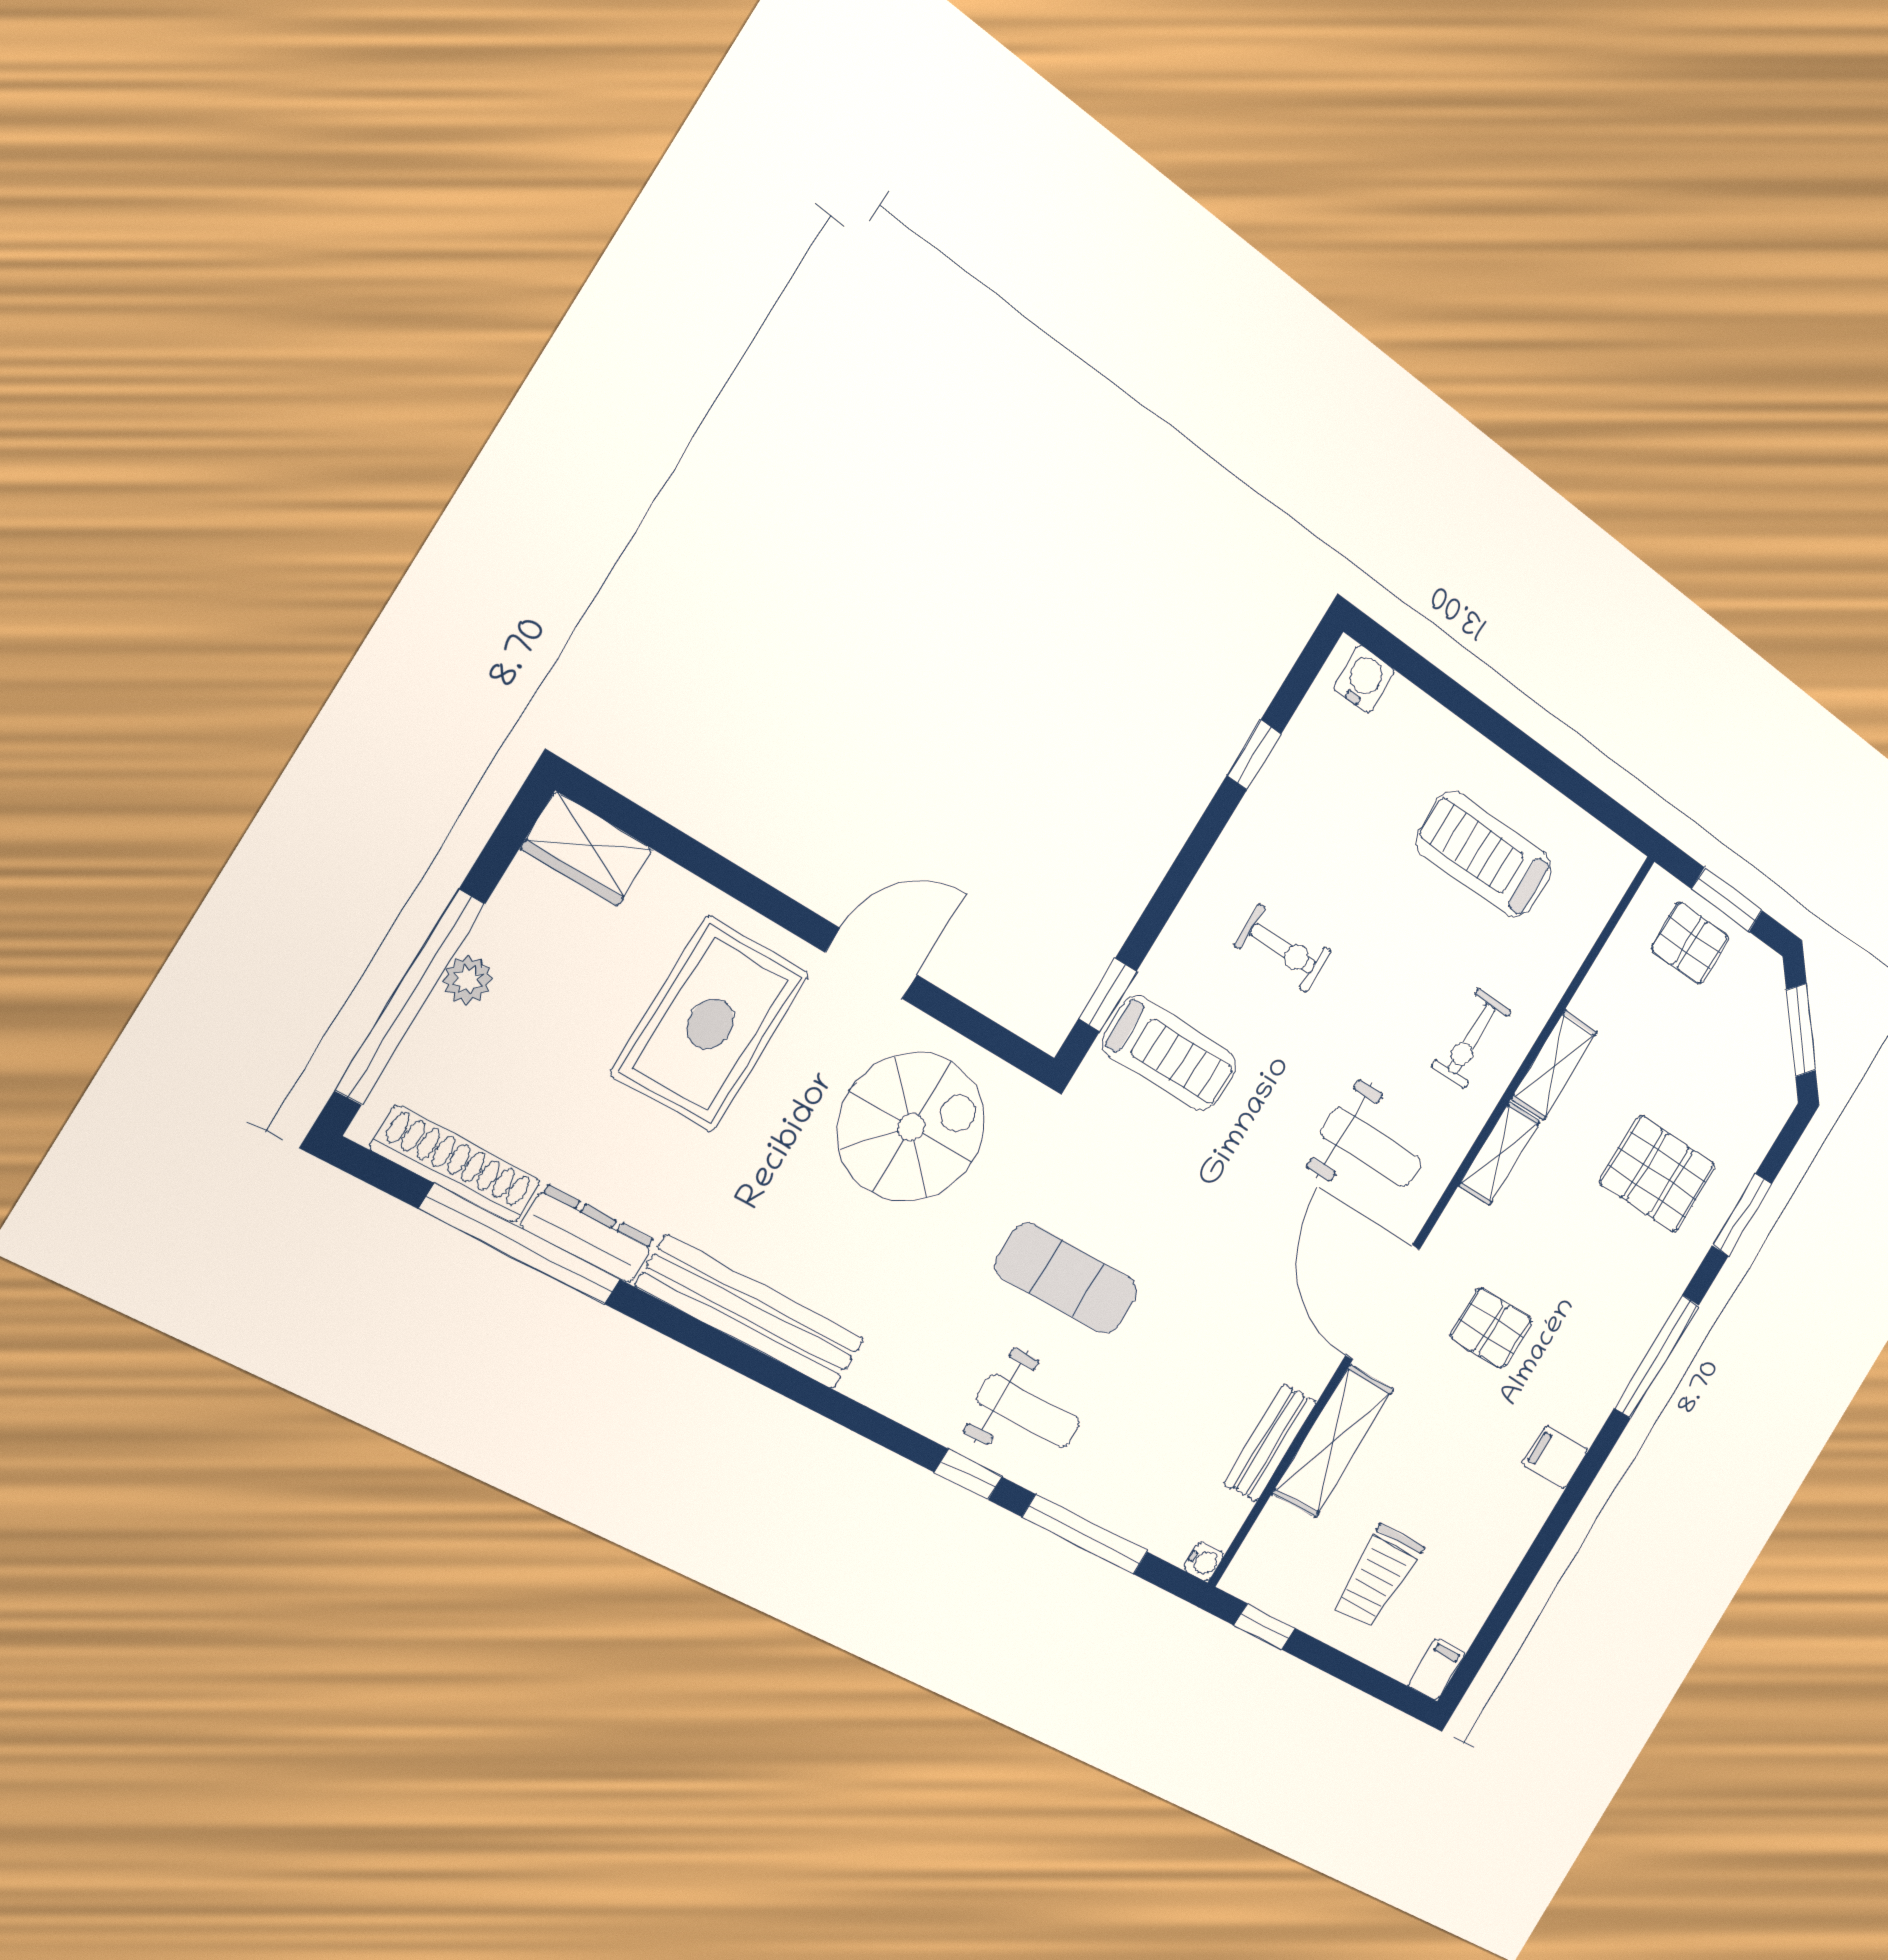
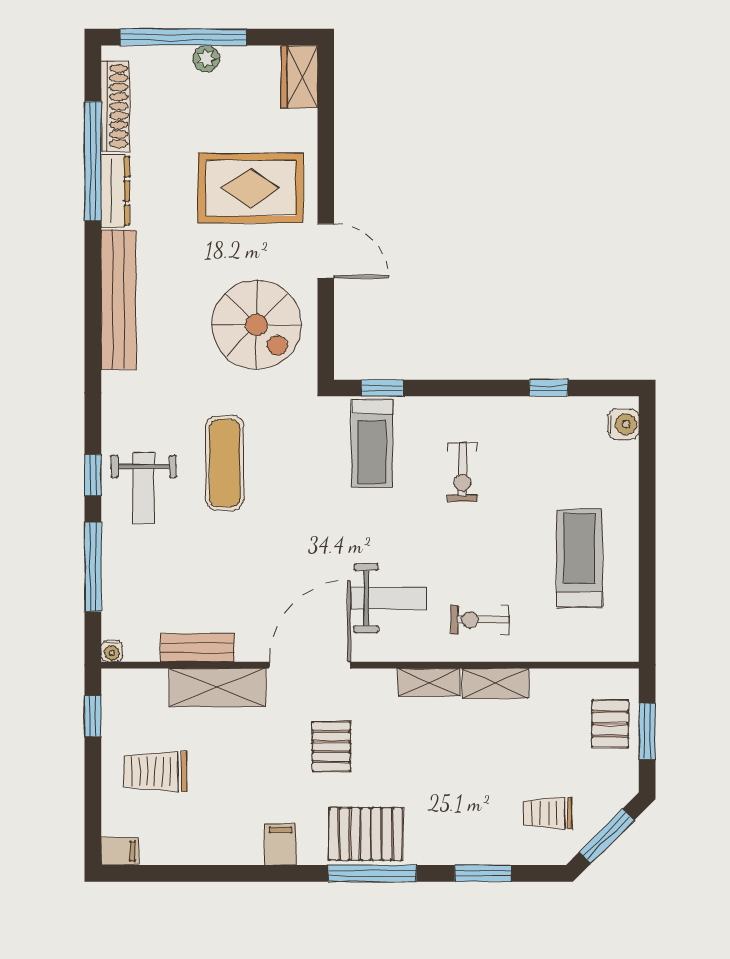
trolley: (1732, 1090) -> (547, 813), added
weight bench: (1371, 1147) -> (389, 598), turned -90
pallet: (1658, 1174) -> (366, 834), moved, turned 90

